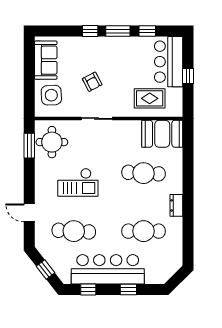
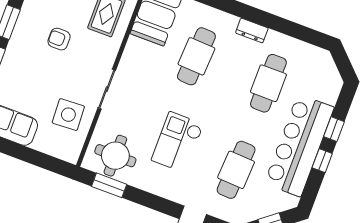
armchair: (92, 82) -> (59, 39), moved, turned -152
side table: (51, 95) -> (68, 115), moved
checkout: (78, 182) -> (177, 142), turned 180
window: (88, 290) -> (322, 161), moved

